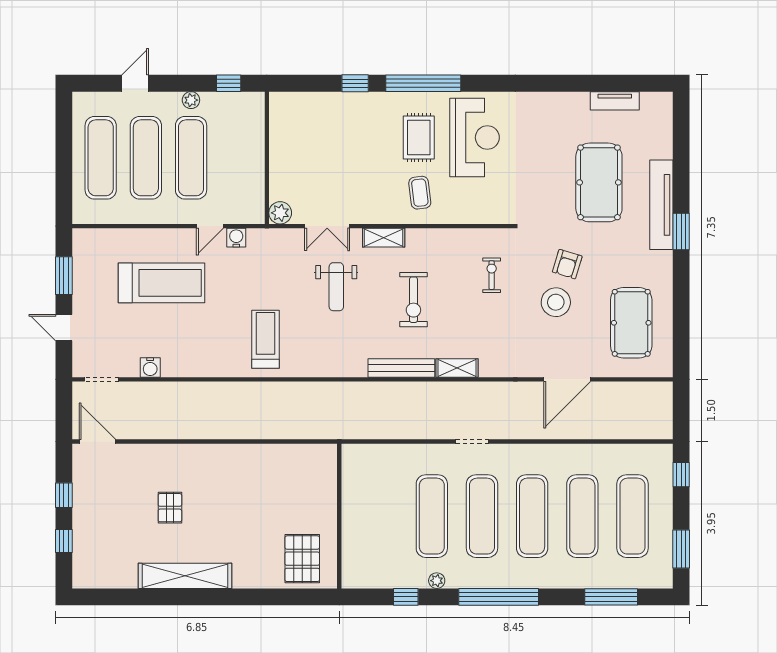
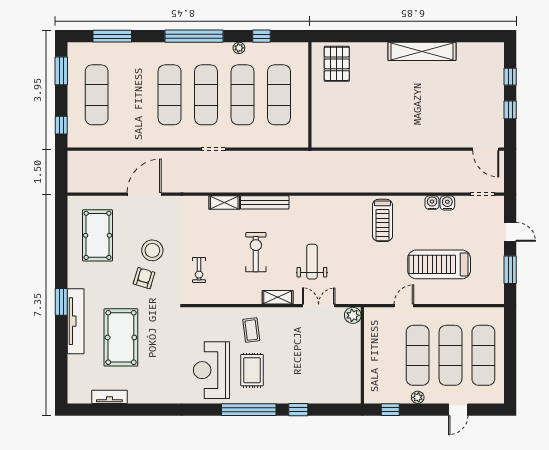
water cooler: (236, 238) -> (432, 203), moved, turned 180
treadmill: (266, 339) -> (383, 220), moved
pallet: (170, 508) -> (433, 101), removed
exercise mat: (582, 516) -> (279, 95), moved

